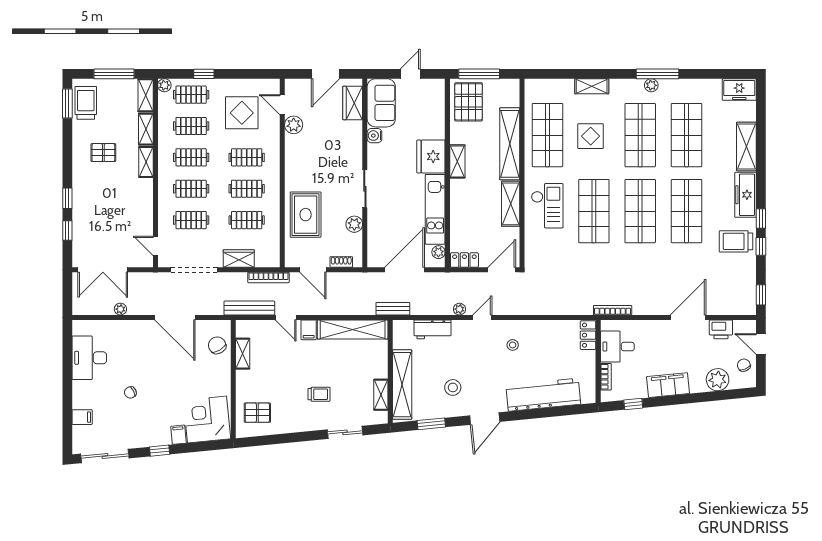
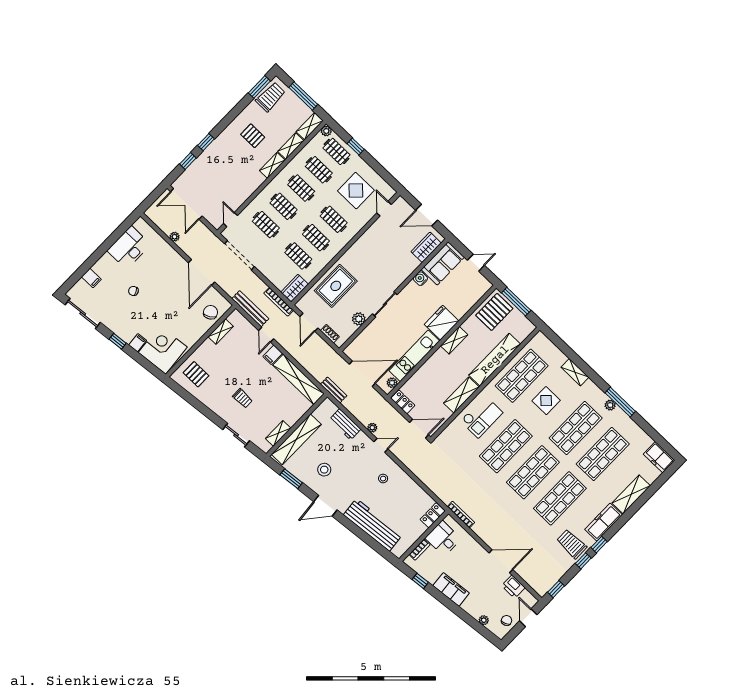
plant: (294, 125) -> (379, 227), removed
wardrobe: (239, 258) -> (294, 288), moved, turned -90
plant: (718, 380) -> (484, 620), width x0.53, depth x0.53

